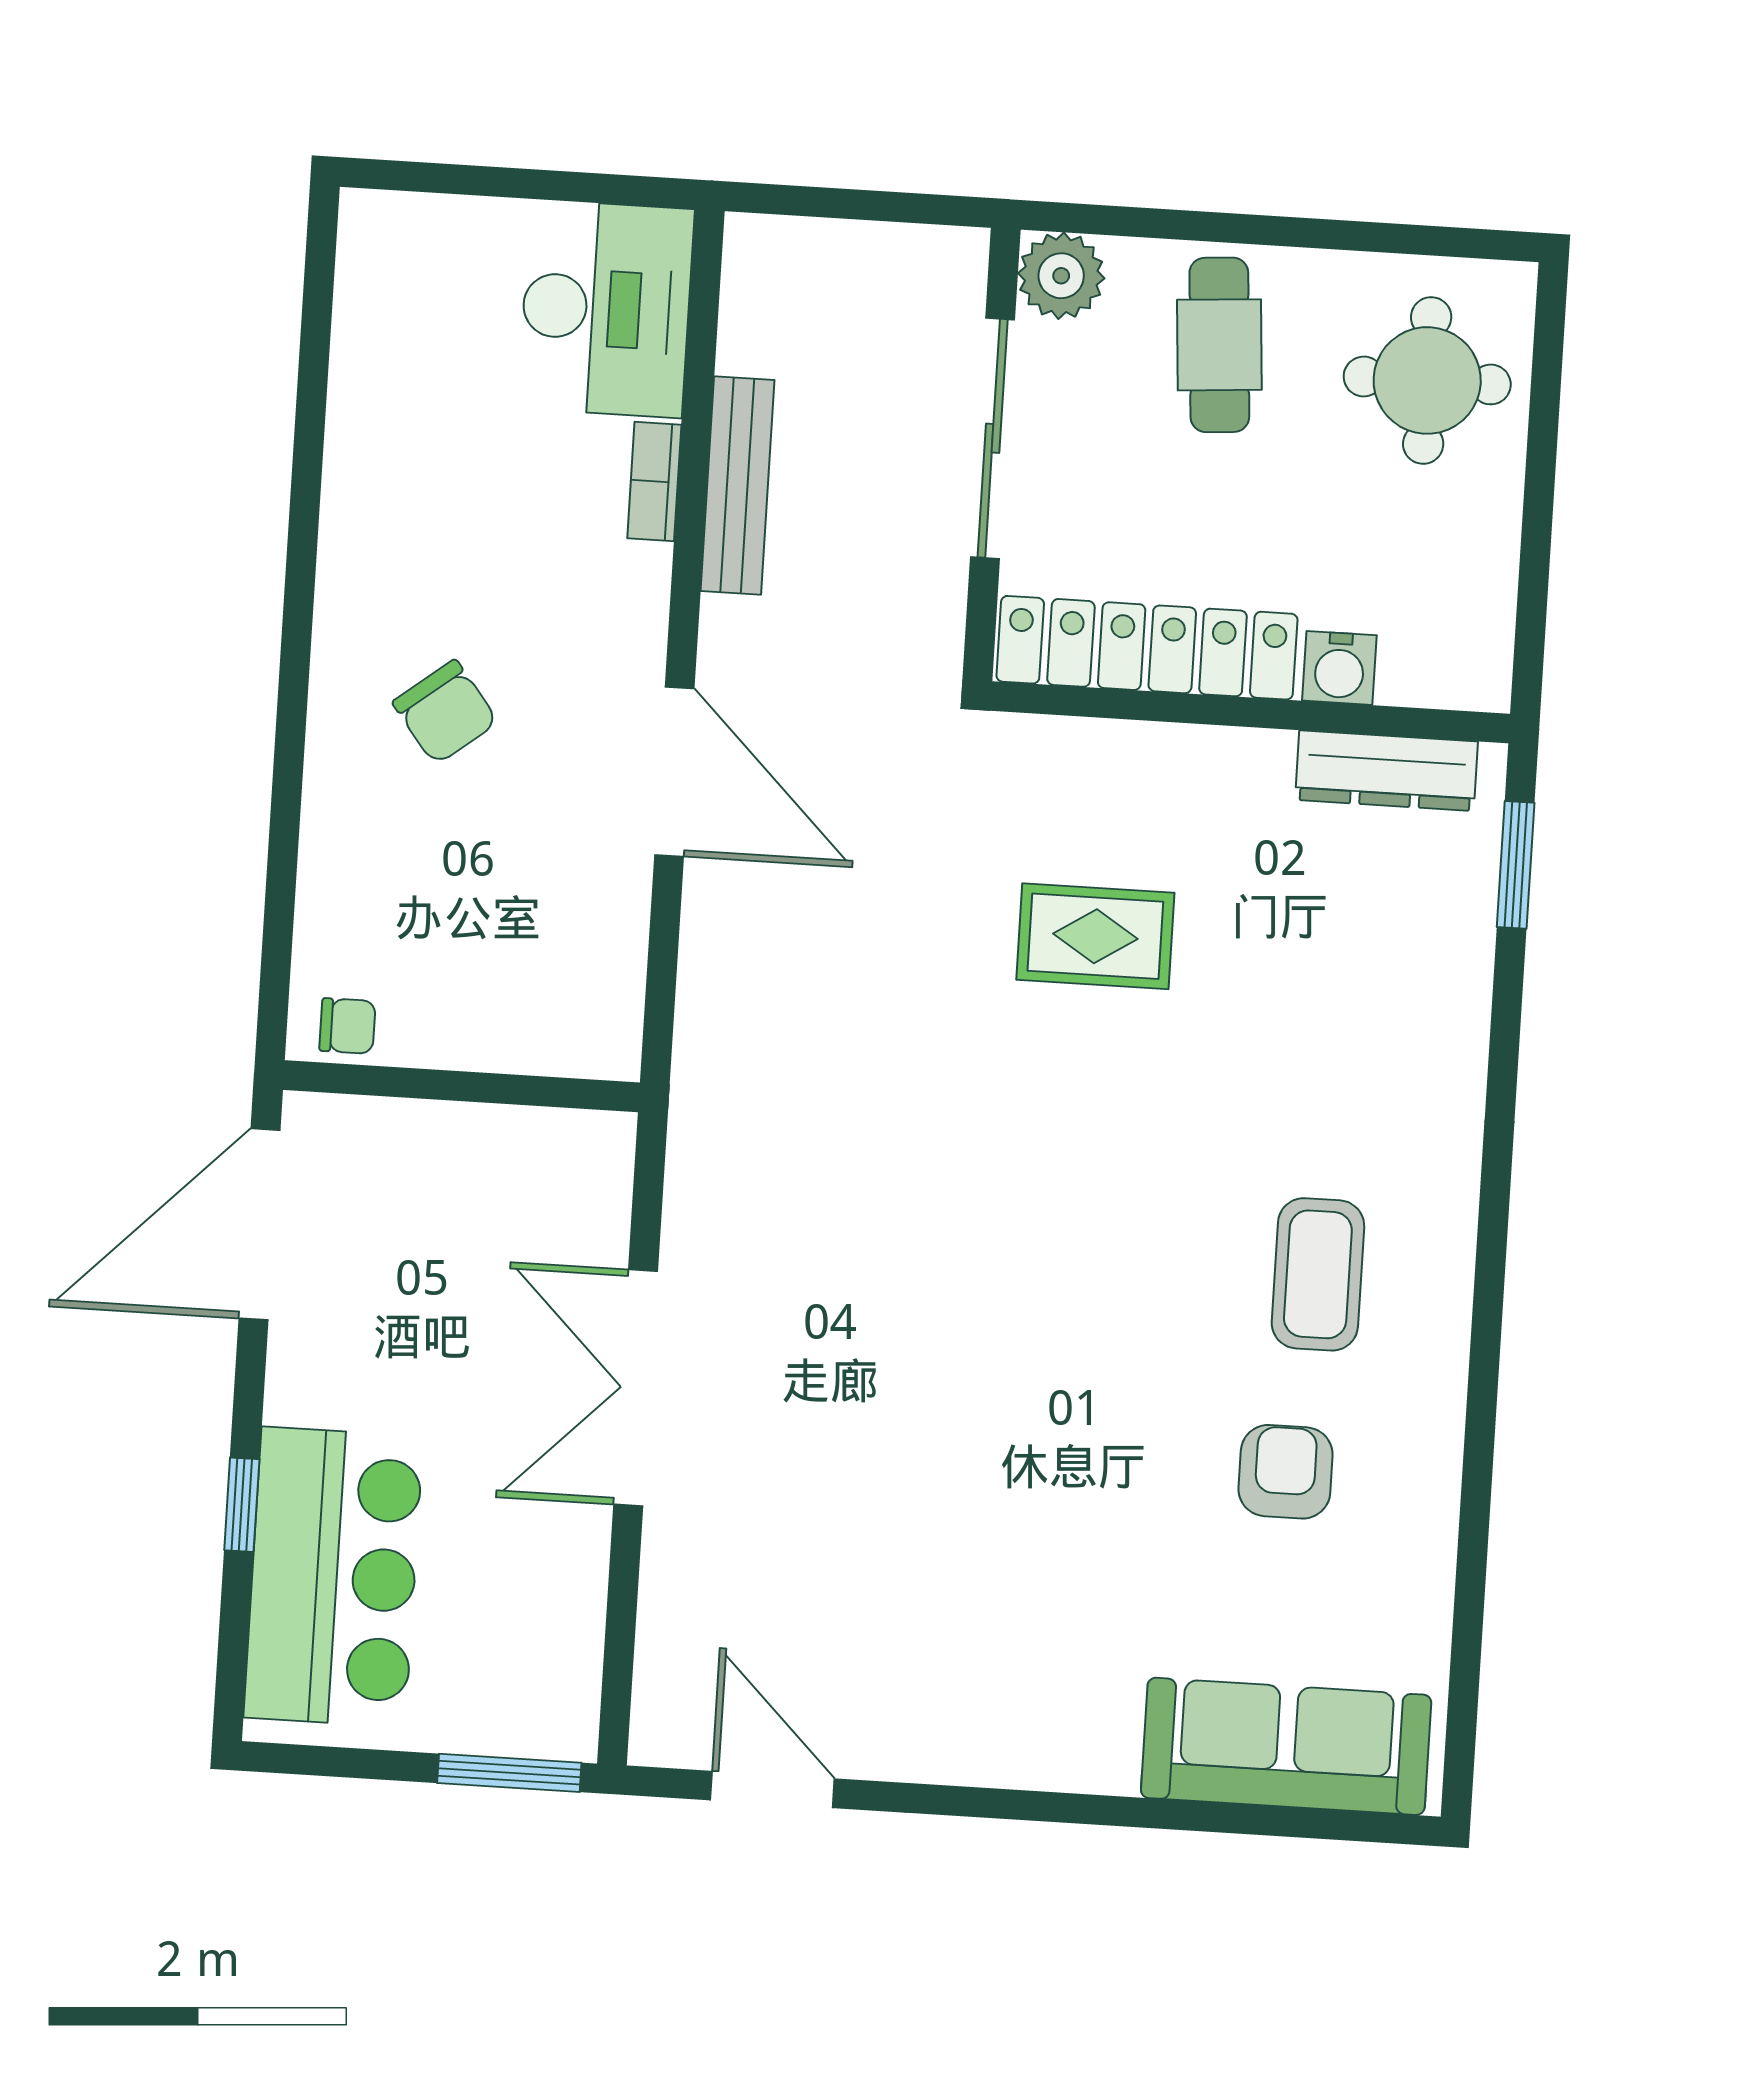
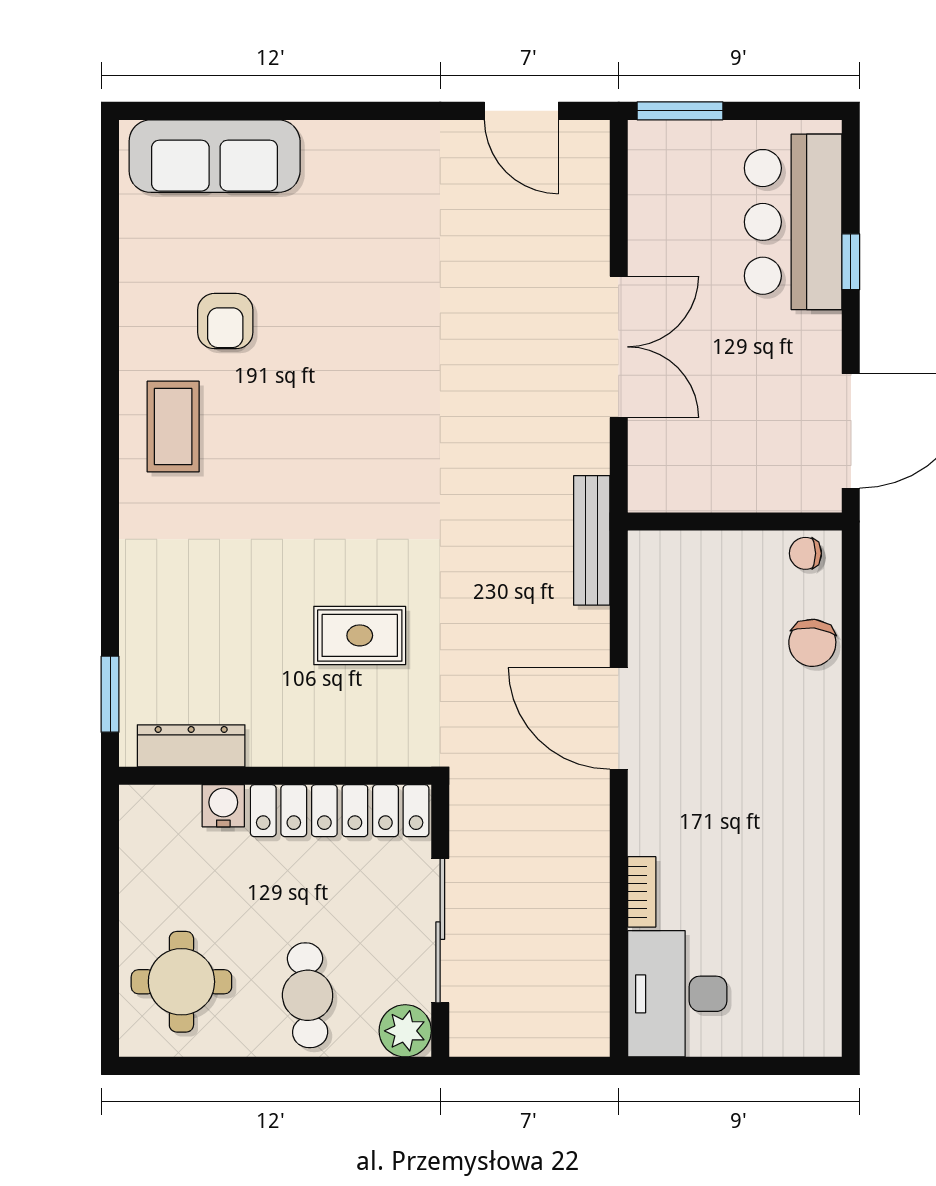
bench: (737, 485) -> (592, 540), moved
chair: (445, 712) -> (812, 643), moved, turned -136
coffee table: (1318, 1274) -> (173, 427), moved

